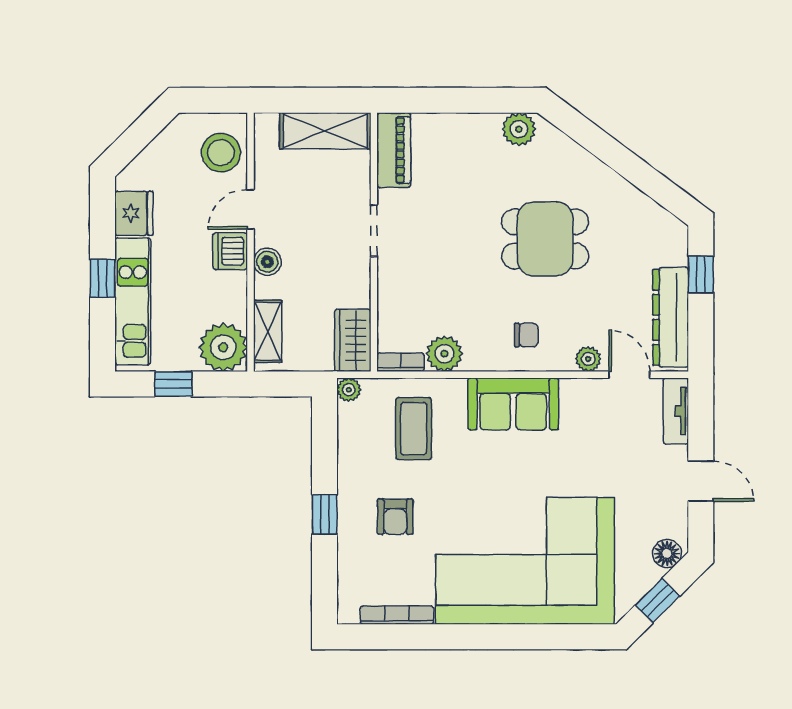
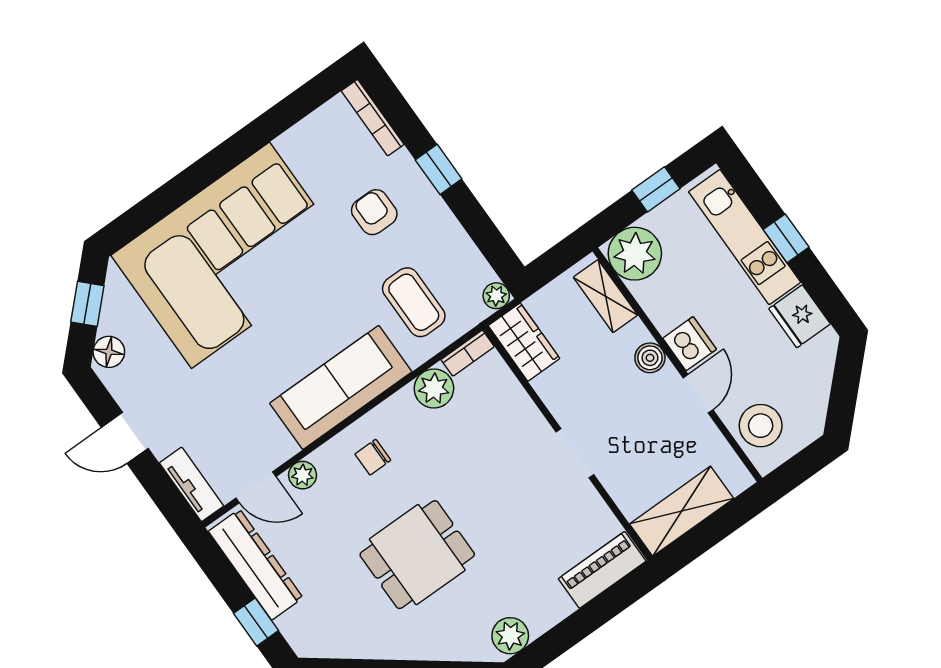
piano: (394, 150) -> (602, 570), moved, turned 90
sofa: (513, 404) -> (341, 387), width x1.36
bookcase: (397, 615) -> (373, 118), moved, turned 90

